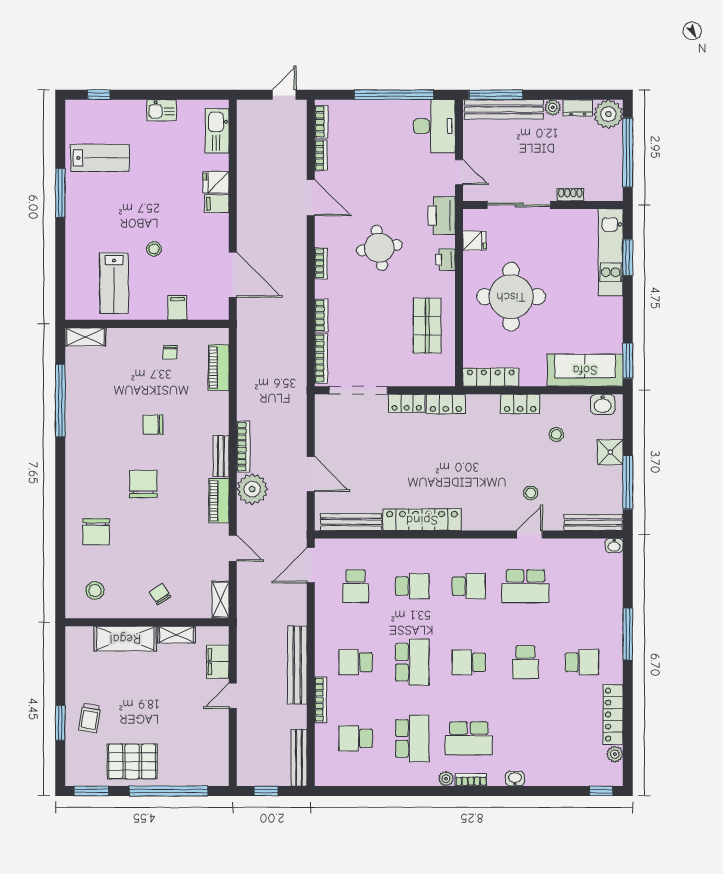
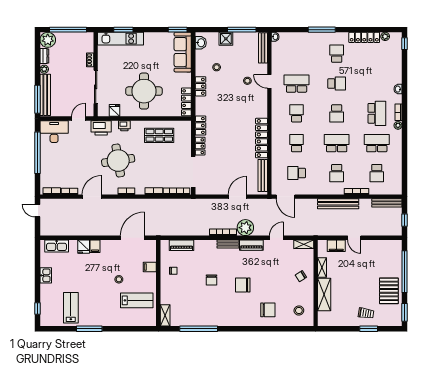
round table: (379, 248) -> (118, 161), width x1.36, depth x1.36
school desk: (356, 586) -> (297, 173), turned 180
school desk: (525, 586) -> (297, 84), turned -90

